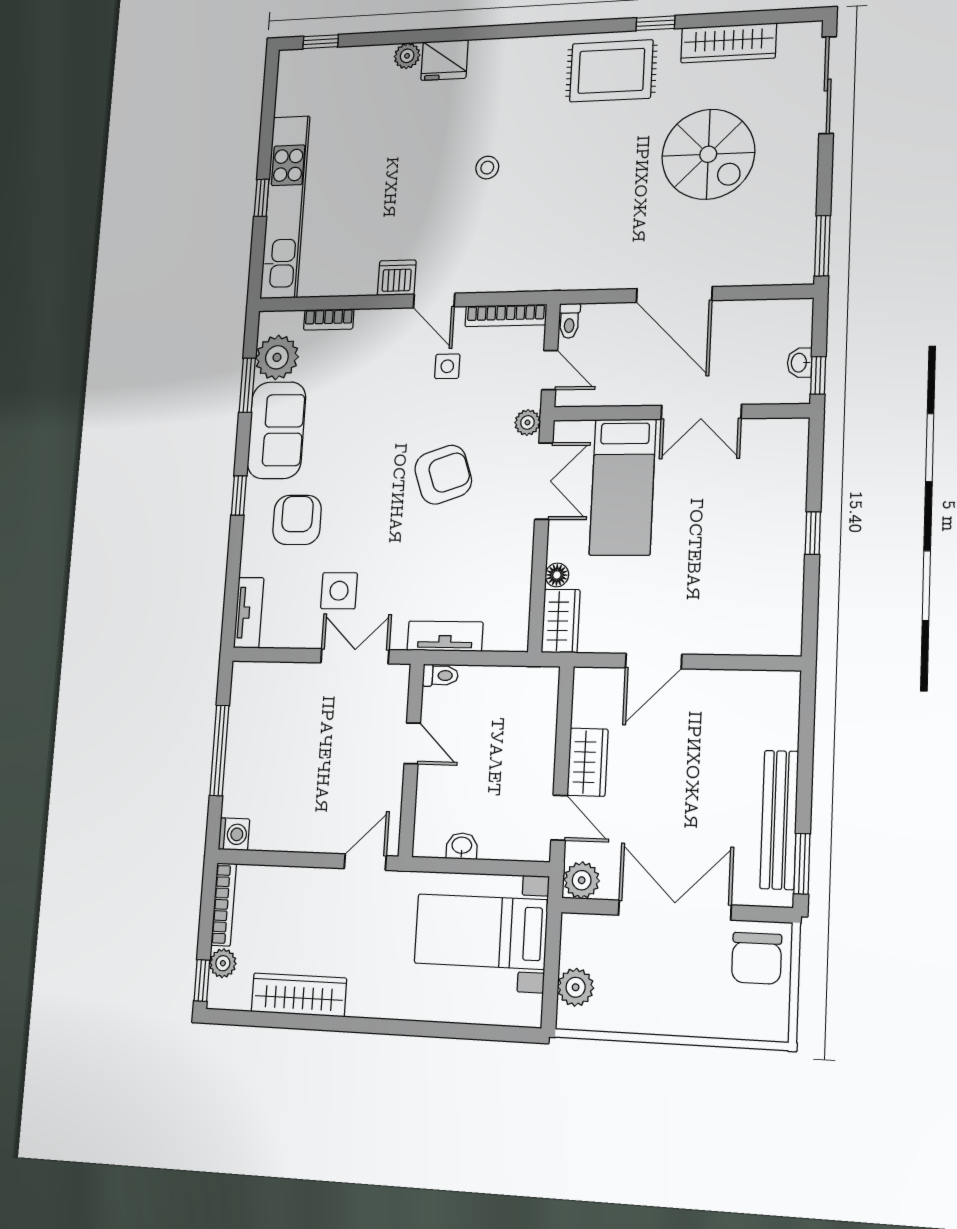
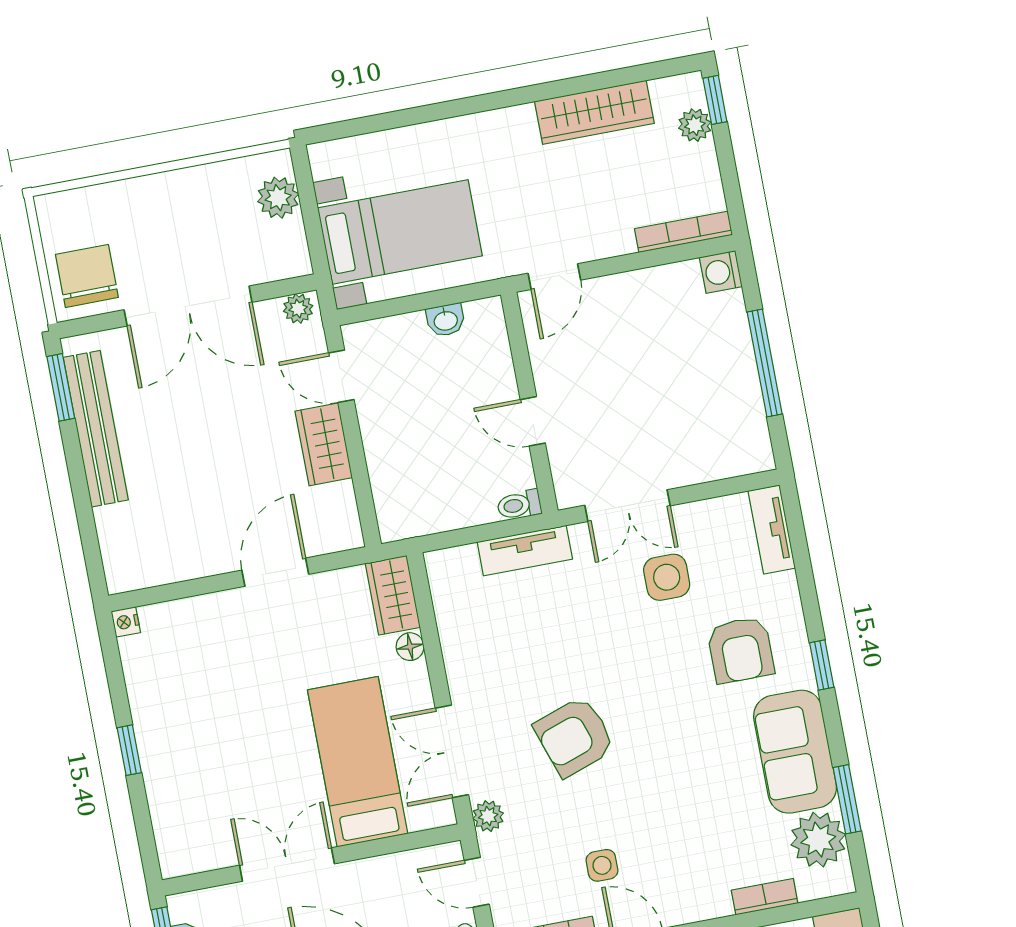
nightstand: (791, 645) -> (126, 622), added
plant: (582, 880) -> (298, 309), width x0.73, depth x0.73
bookcase: (224, 904) -> (683, 232), moved, turned 90

